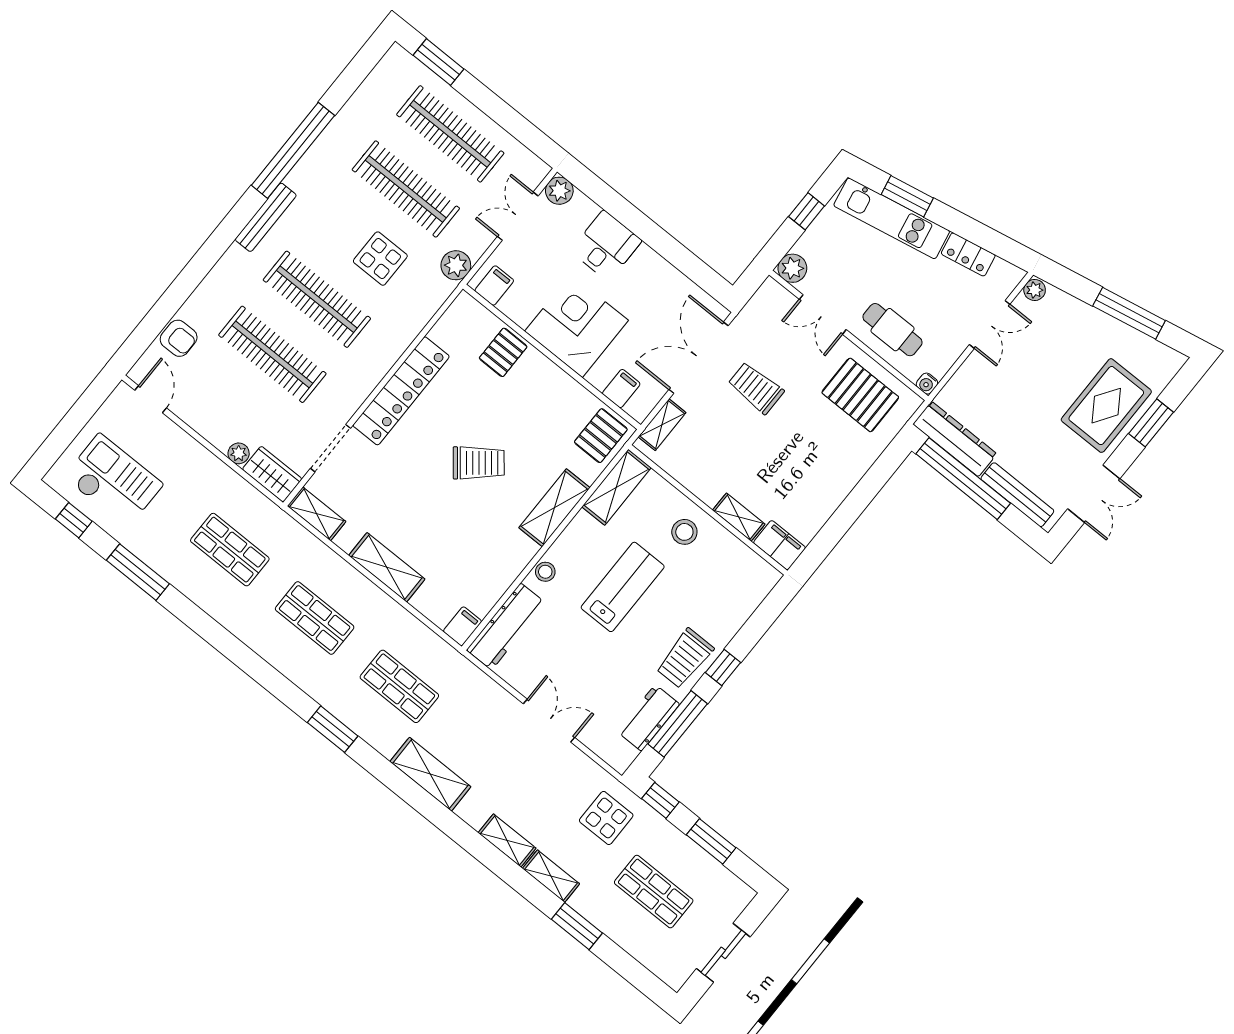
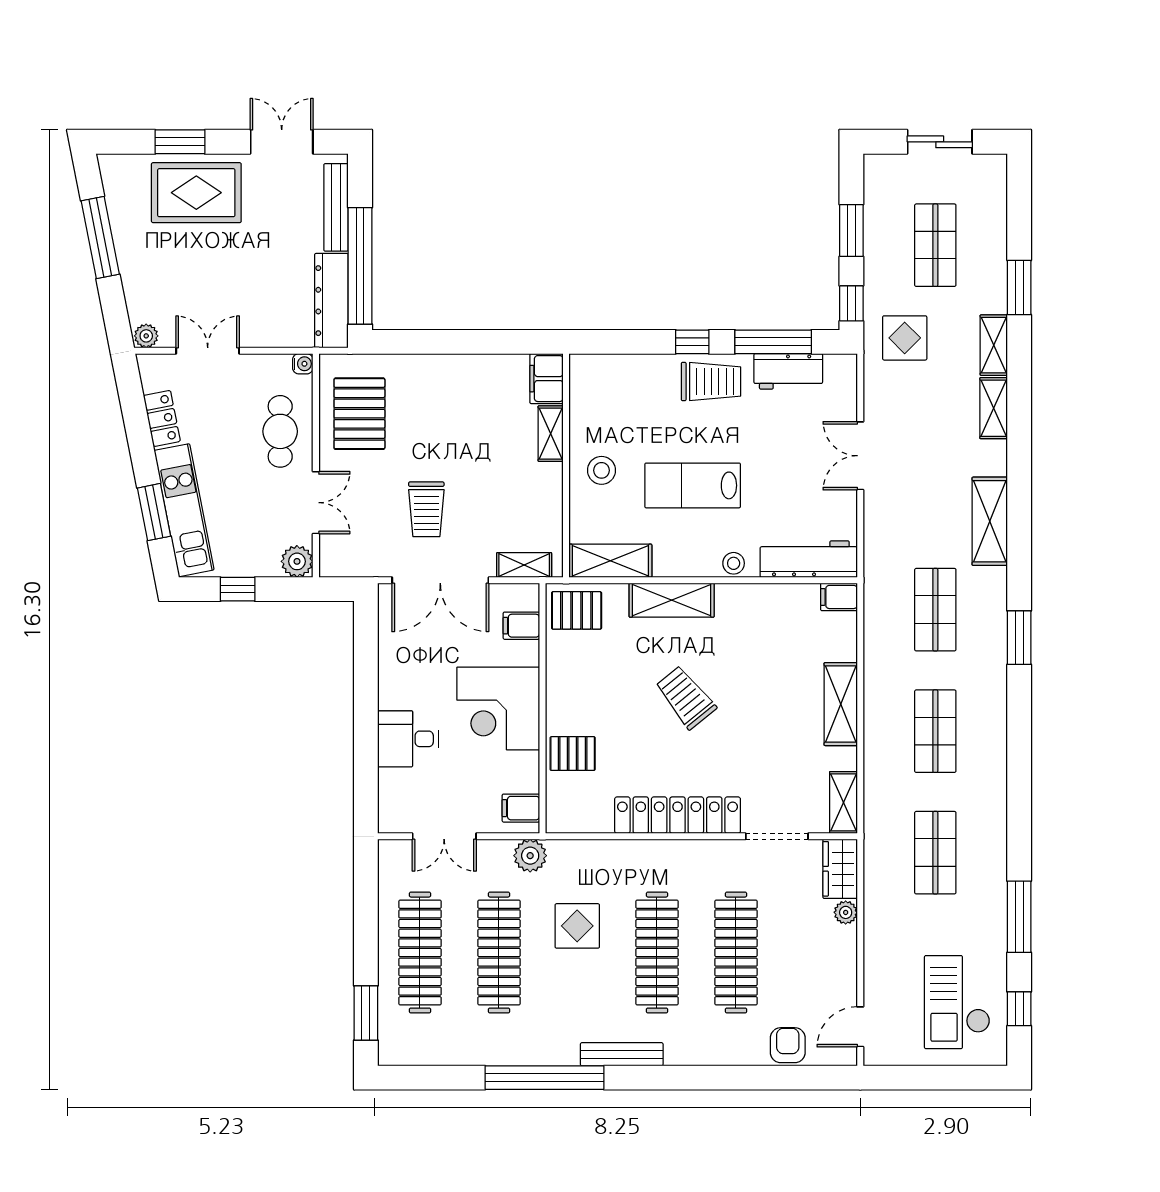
plant: (559, 191) -> (393, 818), removed

